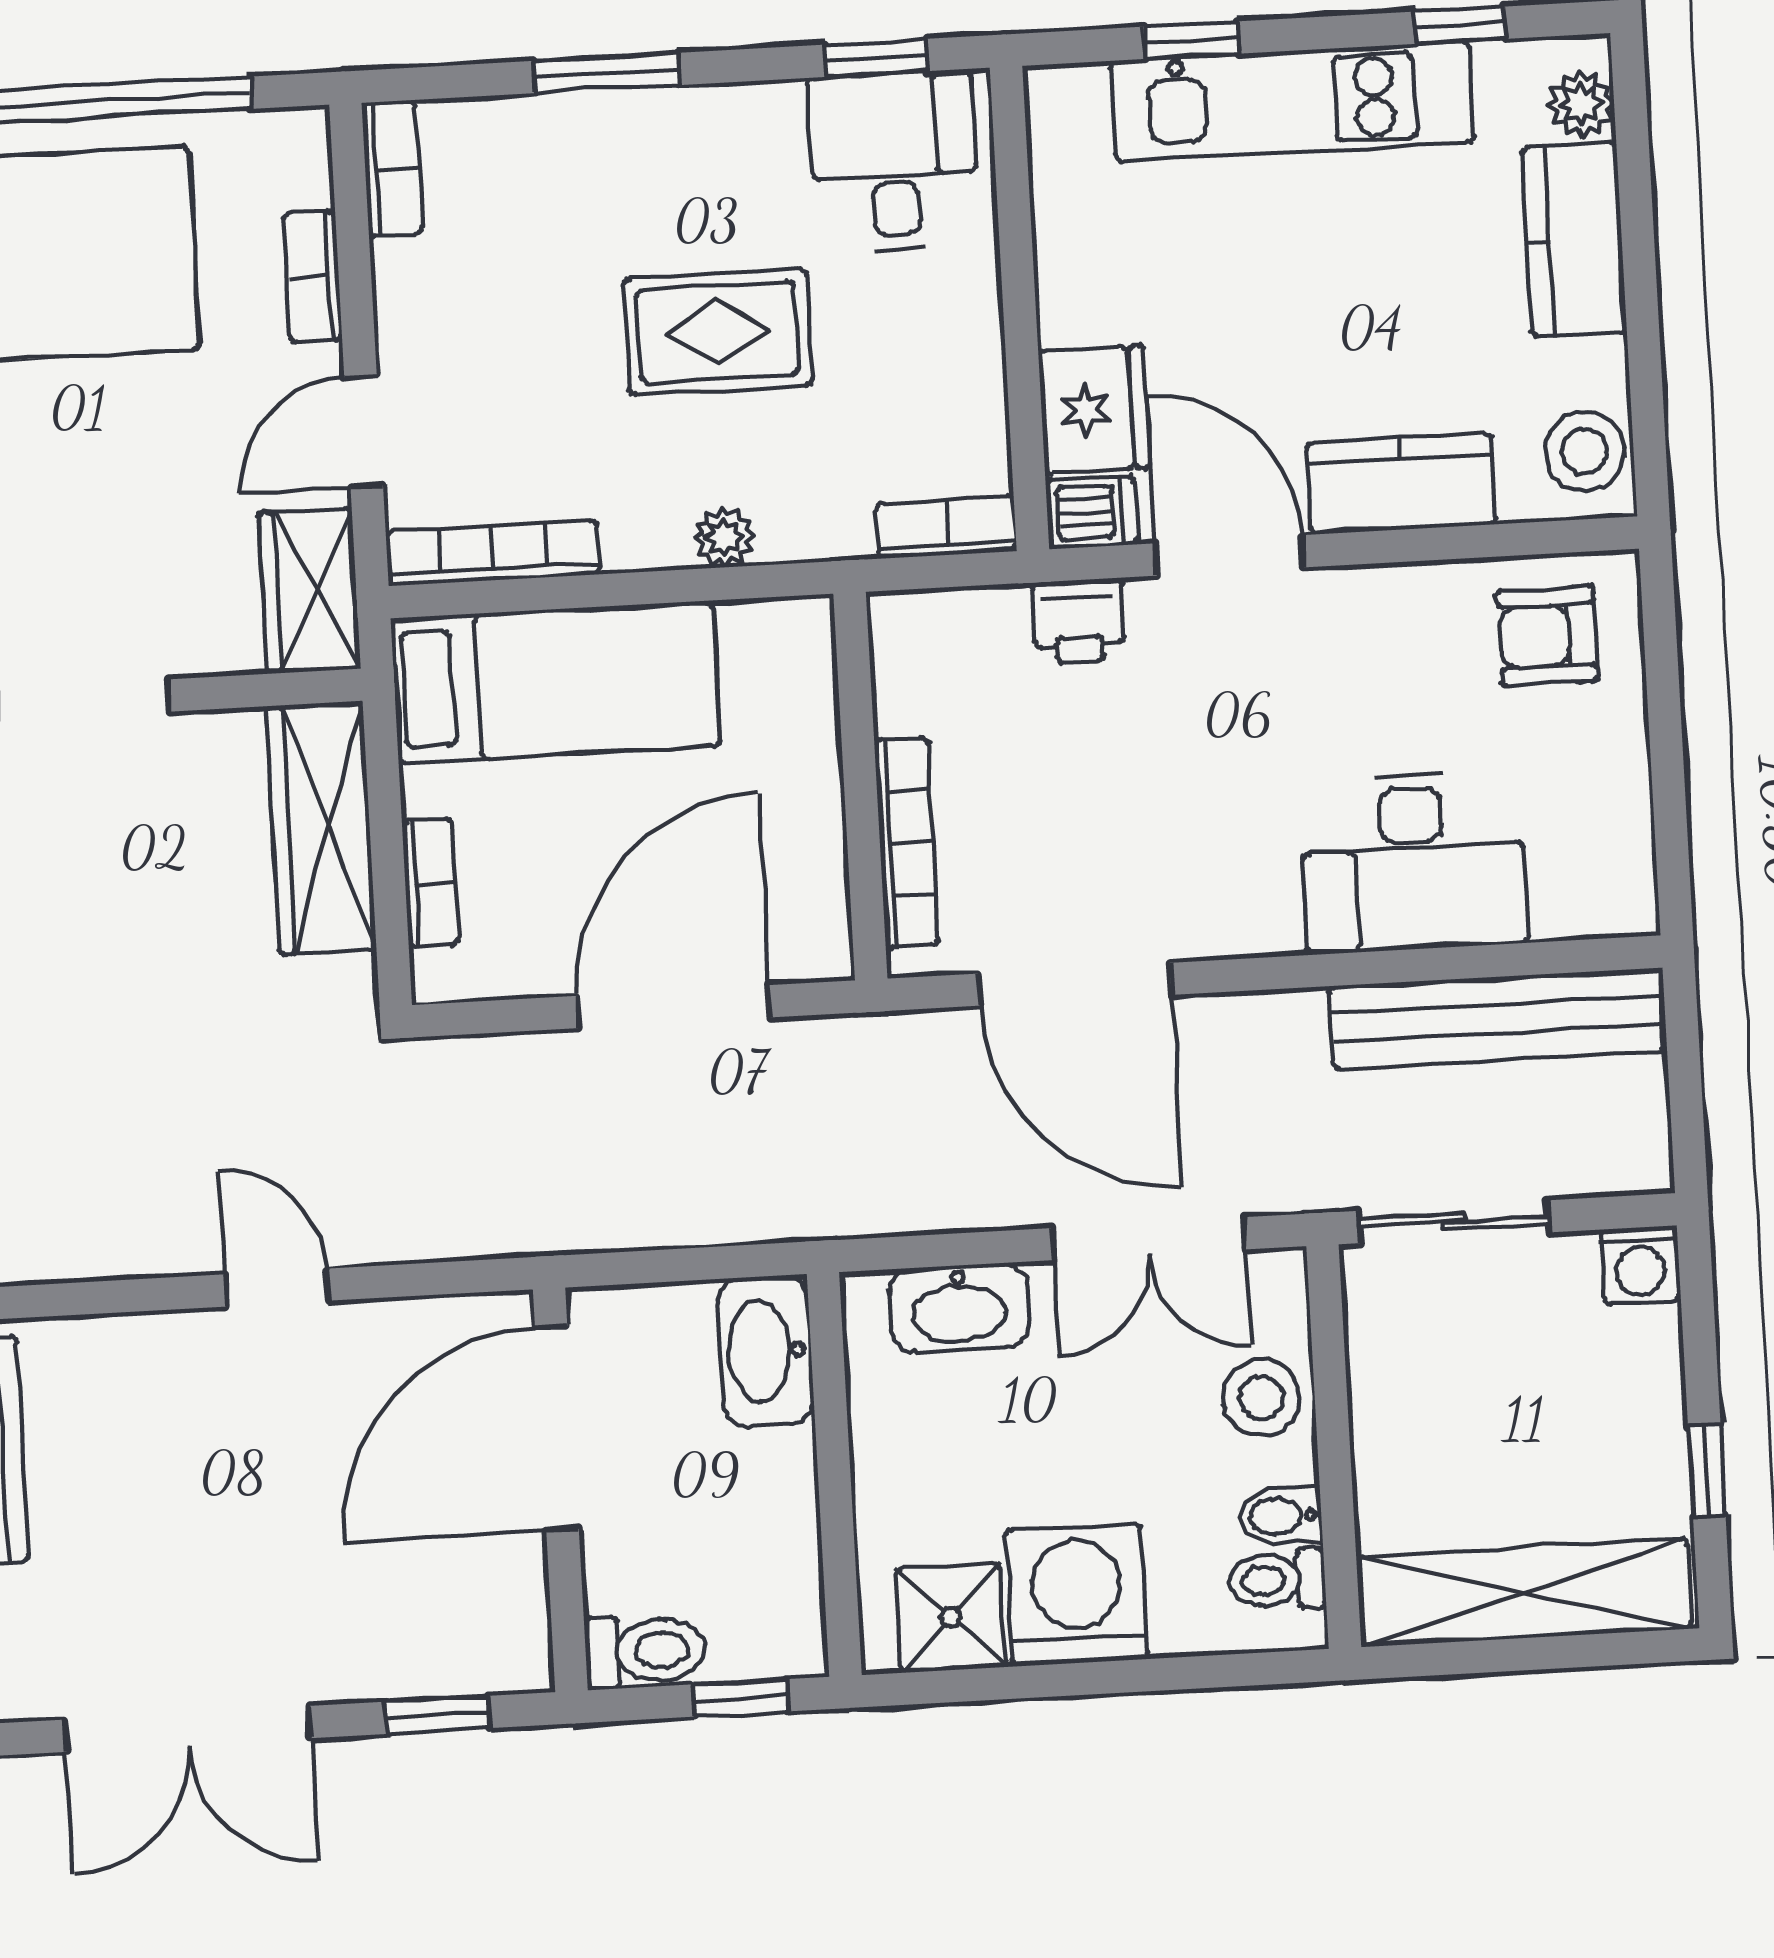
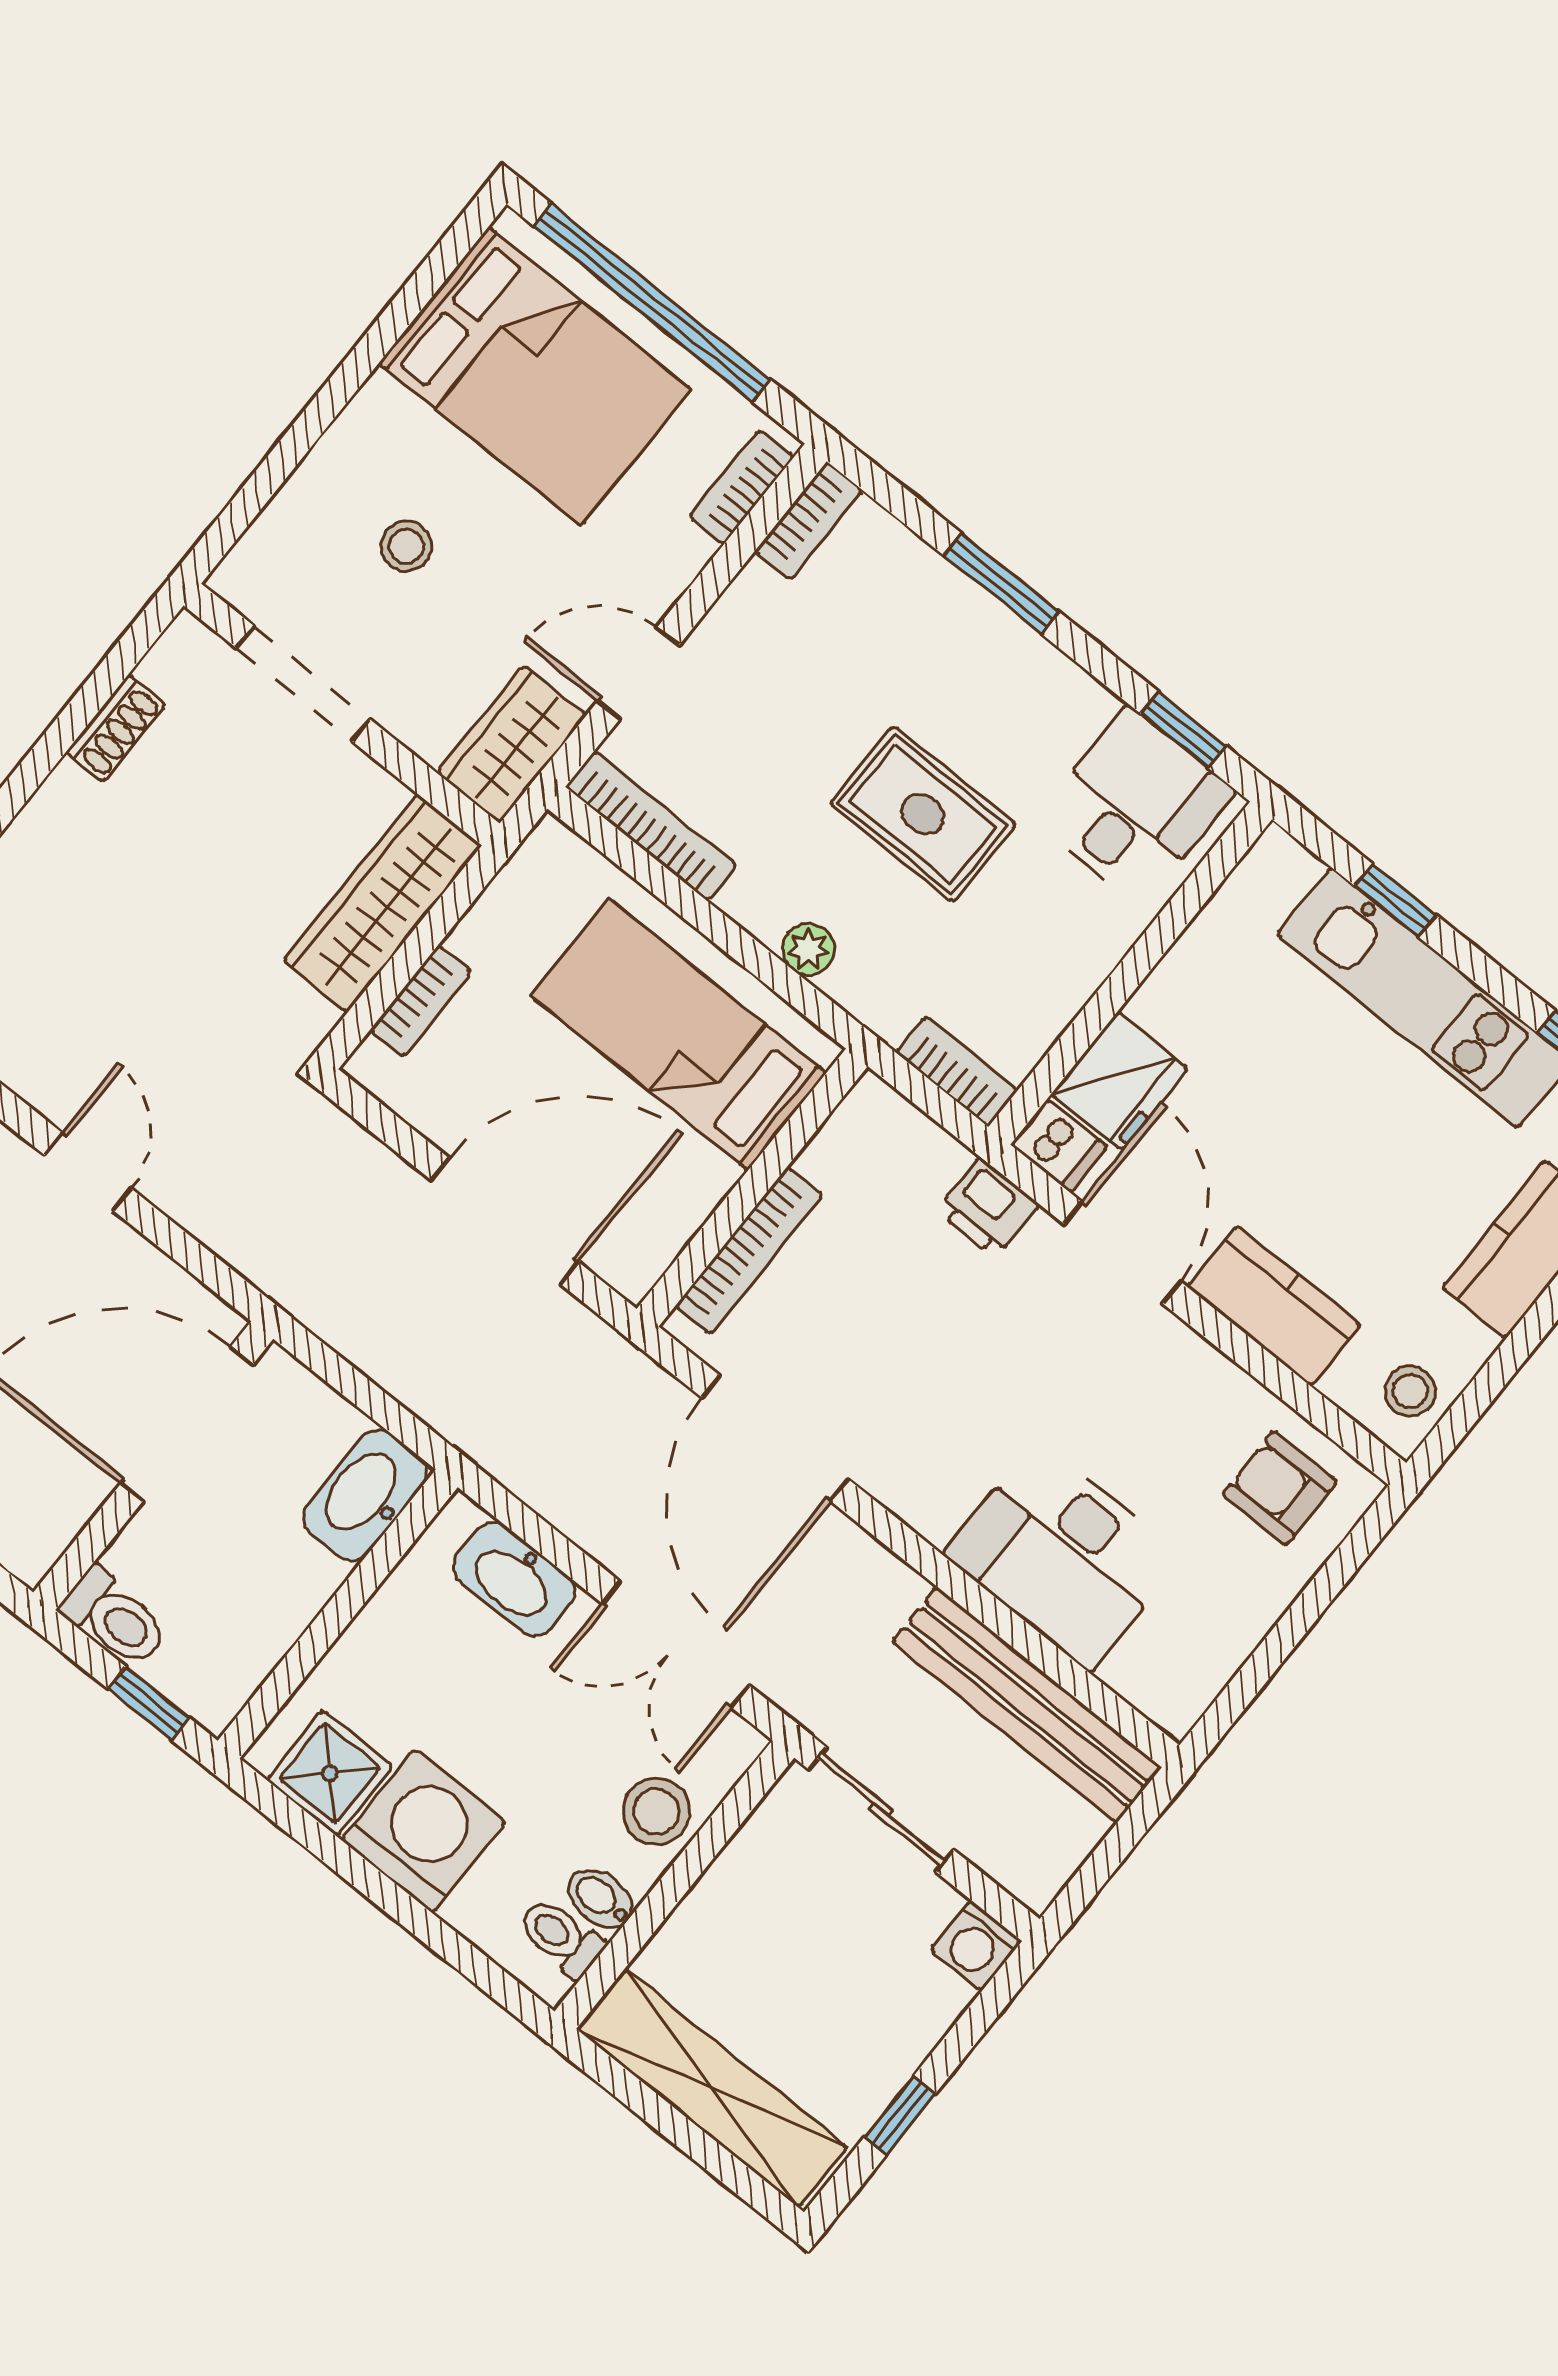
bookcase: (313, 277) -> (742, 487), moved
stool: (1585, 451) -> (1410, 1391), width x0.73, depth x0.73
stool: (65, 502) -> (406, 546), added
bed: (556, 682) -> (679, 1034), moved, turned 180

